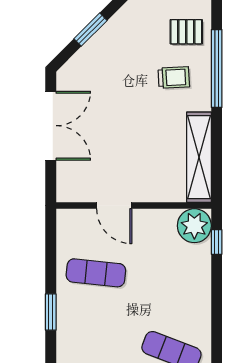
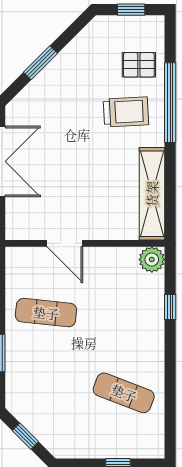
trolley: (174, 77) -> (126, 112), width x1.36, depth x1.39
plant: (194, 226) -> (152, 260), width x0.73, depth x0.73
window: (217, 242) -> (170, 307), moved

